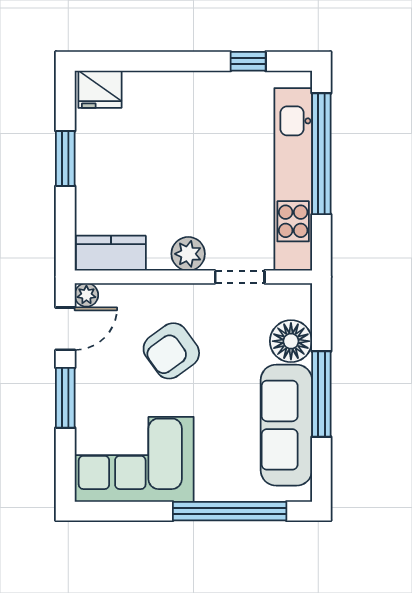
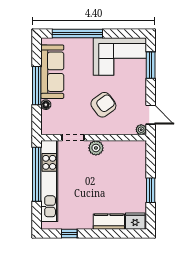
window: (321, 154) -> (37, 174), moved
kitchen counter: (111, 253) -> (109, 222), moved, turned 180
door: (65, 329) -> (151, 115), swing flipped
floor lamp: (291, 341) -> (46, 105), width x0.53, depth x0.53
window: (65, 398) -> (151, 65), moved

